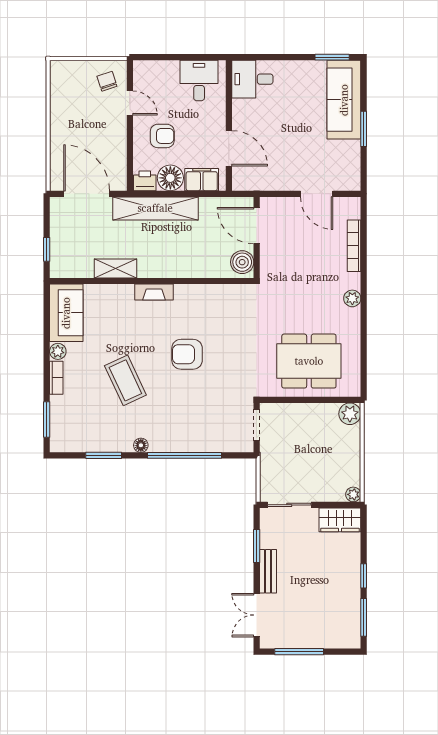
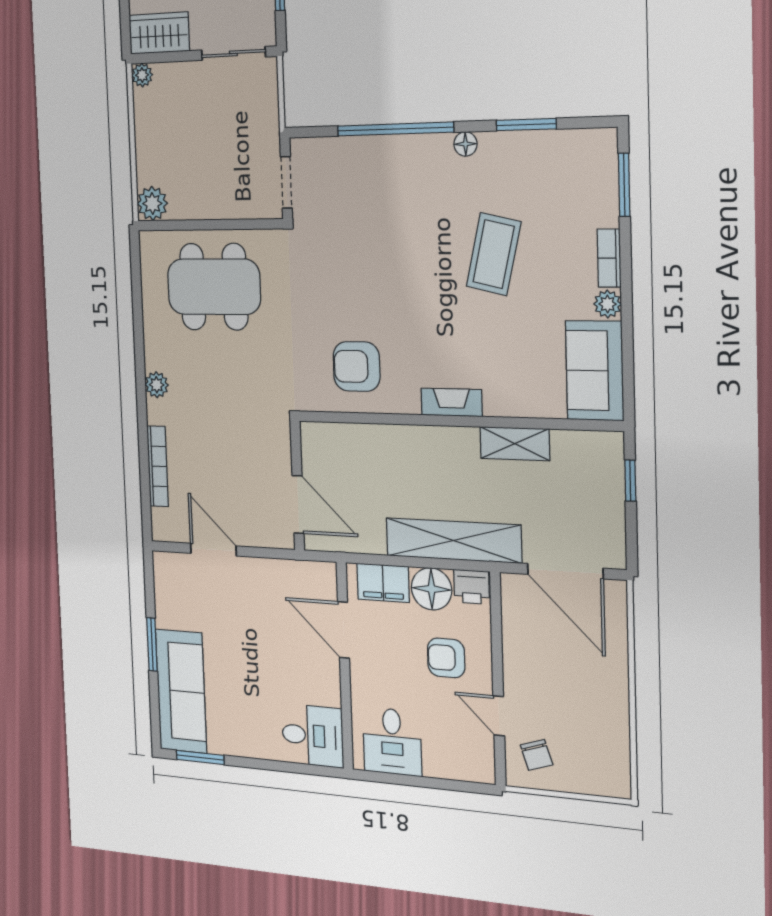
boiler: (242, 262) -> (317, 447), removed
armchair: (187, 354) -> (357, 366), moved, turned 180
coffee table: (125, 380) -> (494, 254), turned 38

